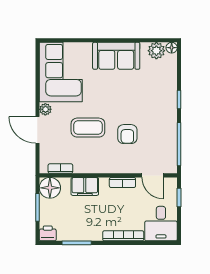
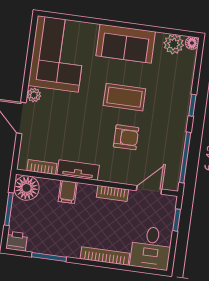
coffee table: (88, 128) -> (124, 97), moved
armchair: (127, 134) -> (126, 137), turned -90
tv unit: (91, 167) -> (78, 170), added
door: (153, 175) -> (149, 190), swing flipped
filing cabinet: (85, 186) -> (68, 192), width x0.50

